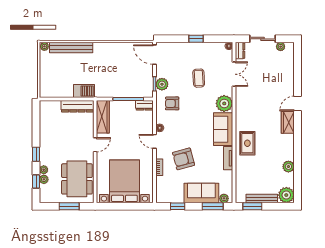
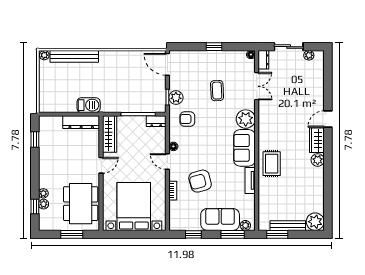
window: (36, 154) -> (35, 140), moved
plant: (288, 167) -> (318, 160), moved

